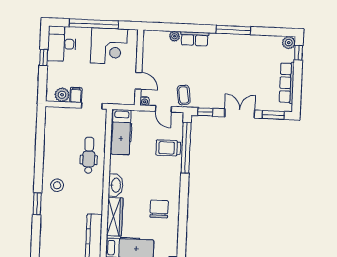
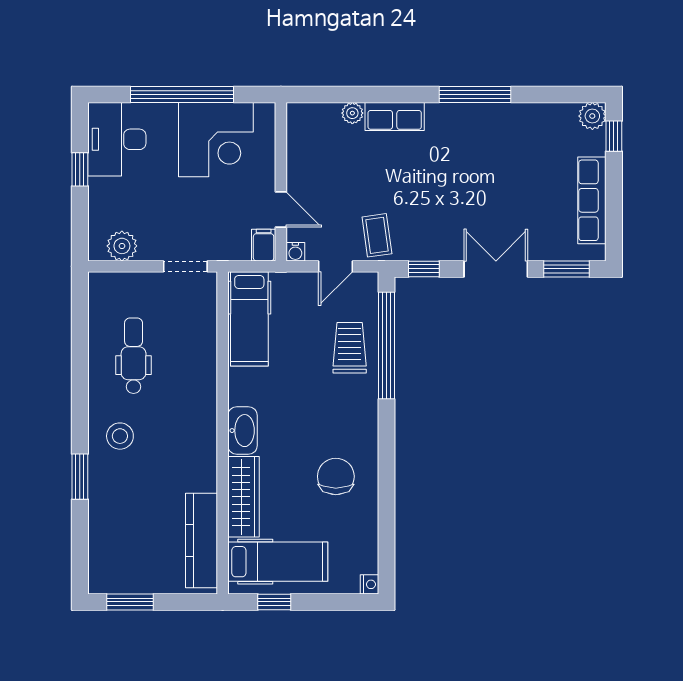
filing cabinet: (76, 95) -> (264, 245), moved
door: (163, 109) -> (336, 266), hinge flipped
trolley: (168, 148) -> (350, 348), turned 90
dental chair: (89, 155) -> (134, 356), moved

